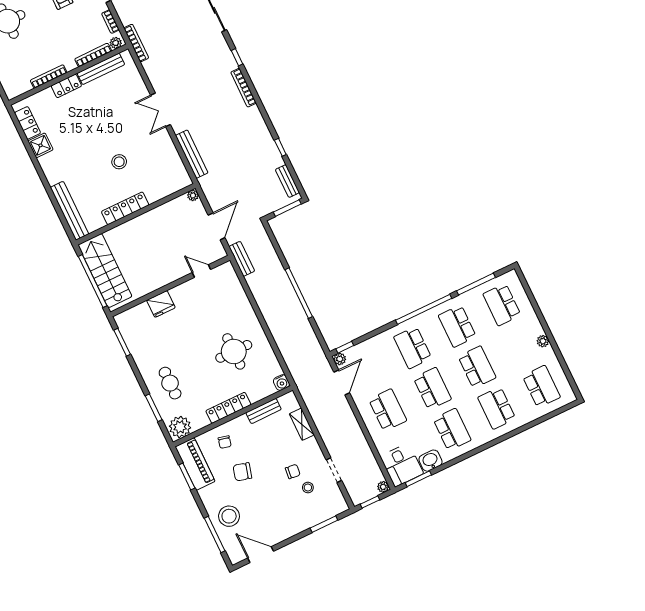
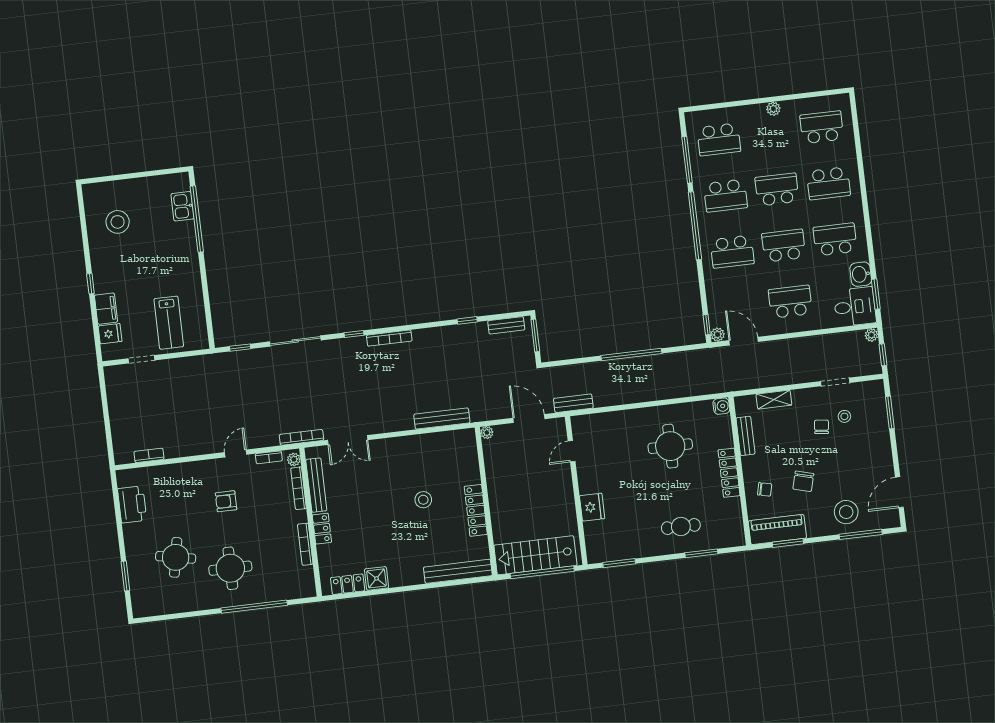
double door: (160, 110) -> (348, 440), moved
plant: (180, 427) -> (732, 532), removed

